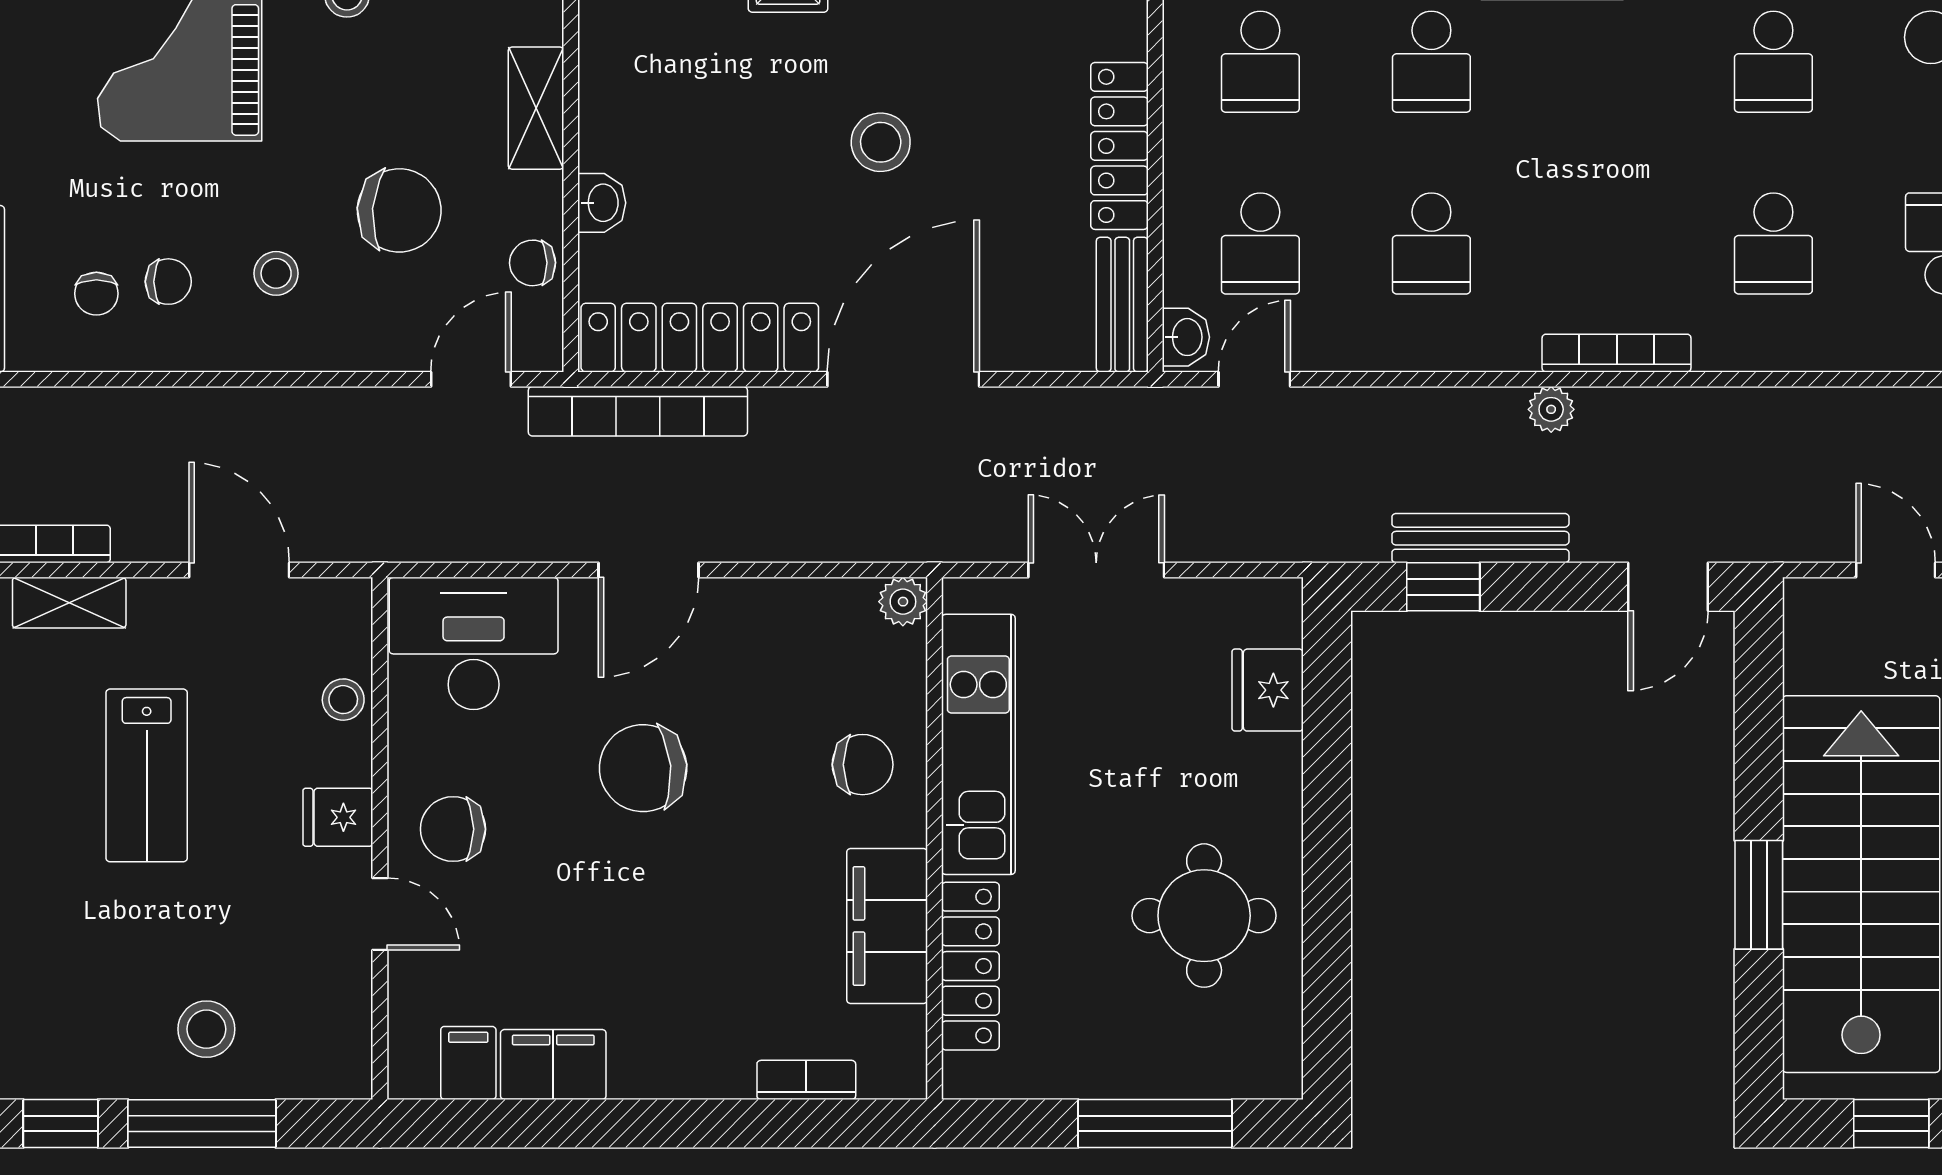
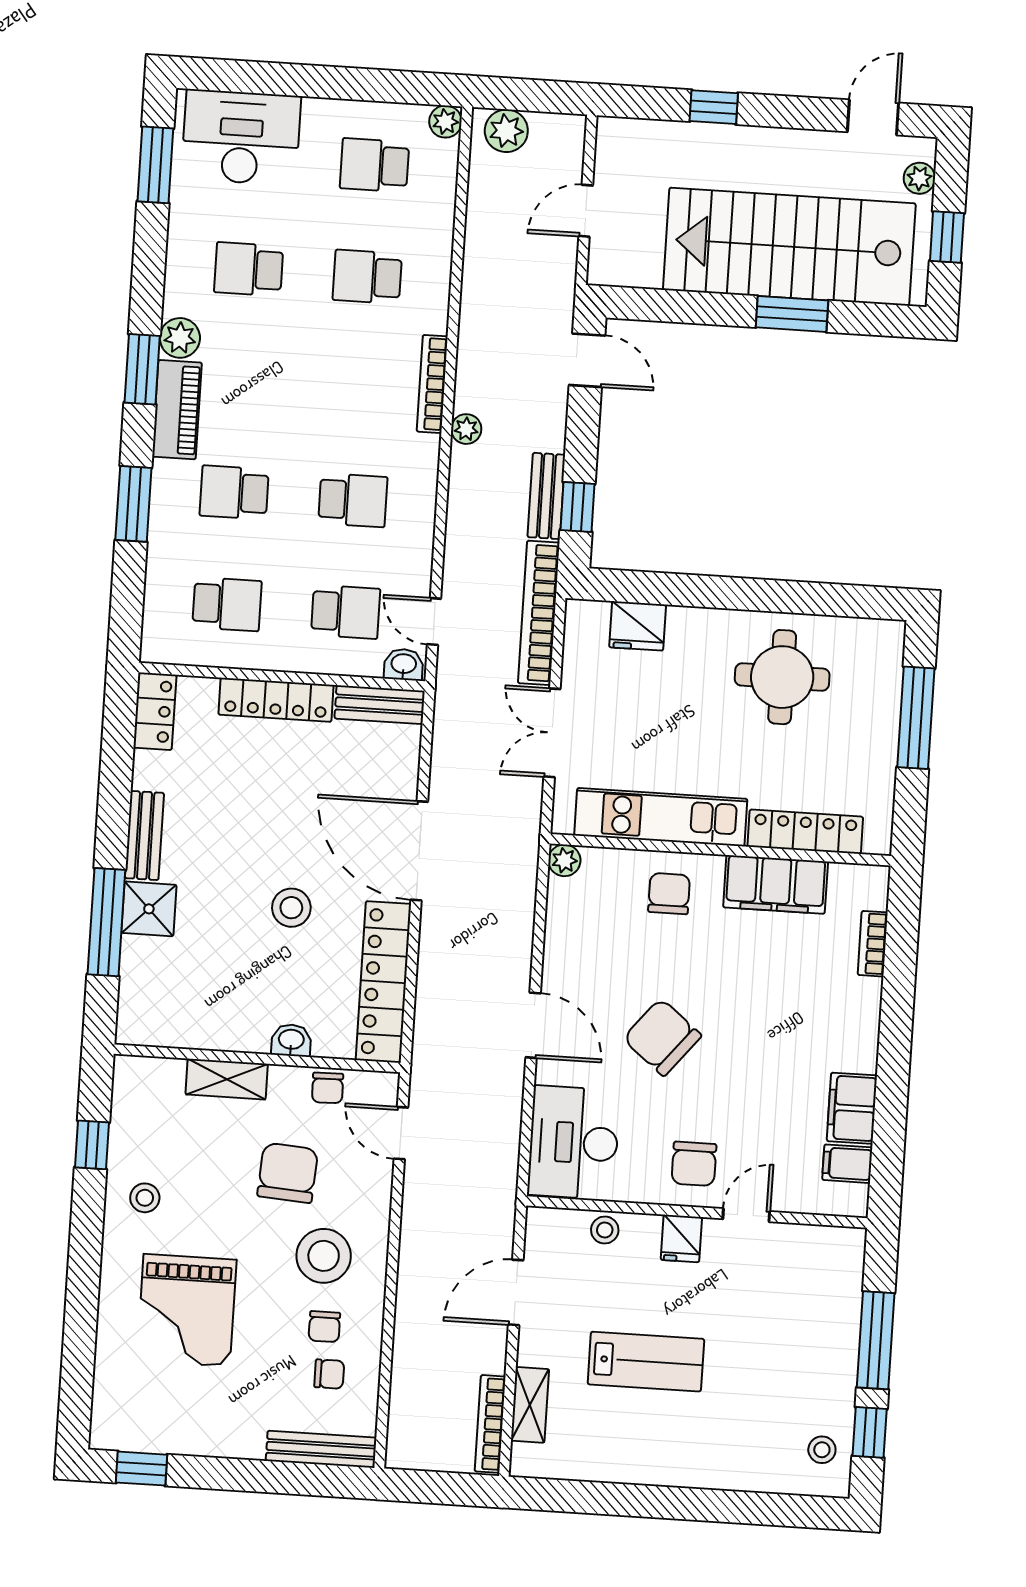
school desk: (1431, 62) -> (234, 492), turned 180
school desk: (1773, 62) -> (249, 269), turned 180
stool: (881, 142) -> (291, 908), moved
school desk: (1773, 243) -> (367, 277), turned 180
stool: (276, 273) -> (324, 1256), width x1.89, depth x1.89
chair: (168, 282) -> (324, 1327), turned 180
bookcase: (638, 411) -> (539, 613), moved, turned 180
bench: (1480, 538) -> (546, 496), width x0.73
chair: (643, 768) -> (662, 1037), turned 134
stool: (206, 1029) -> (822, 1450), moved, width x0.73, depth x0.73

